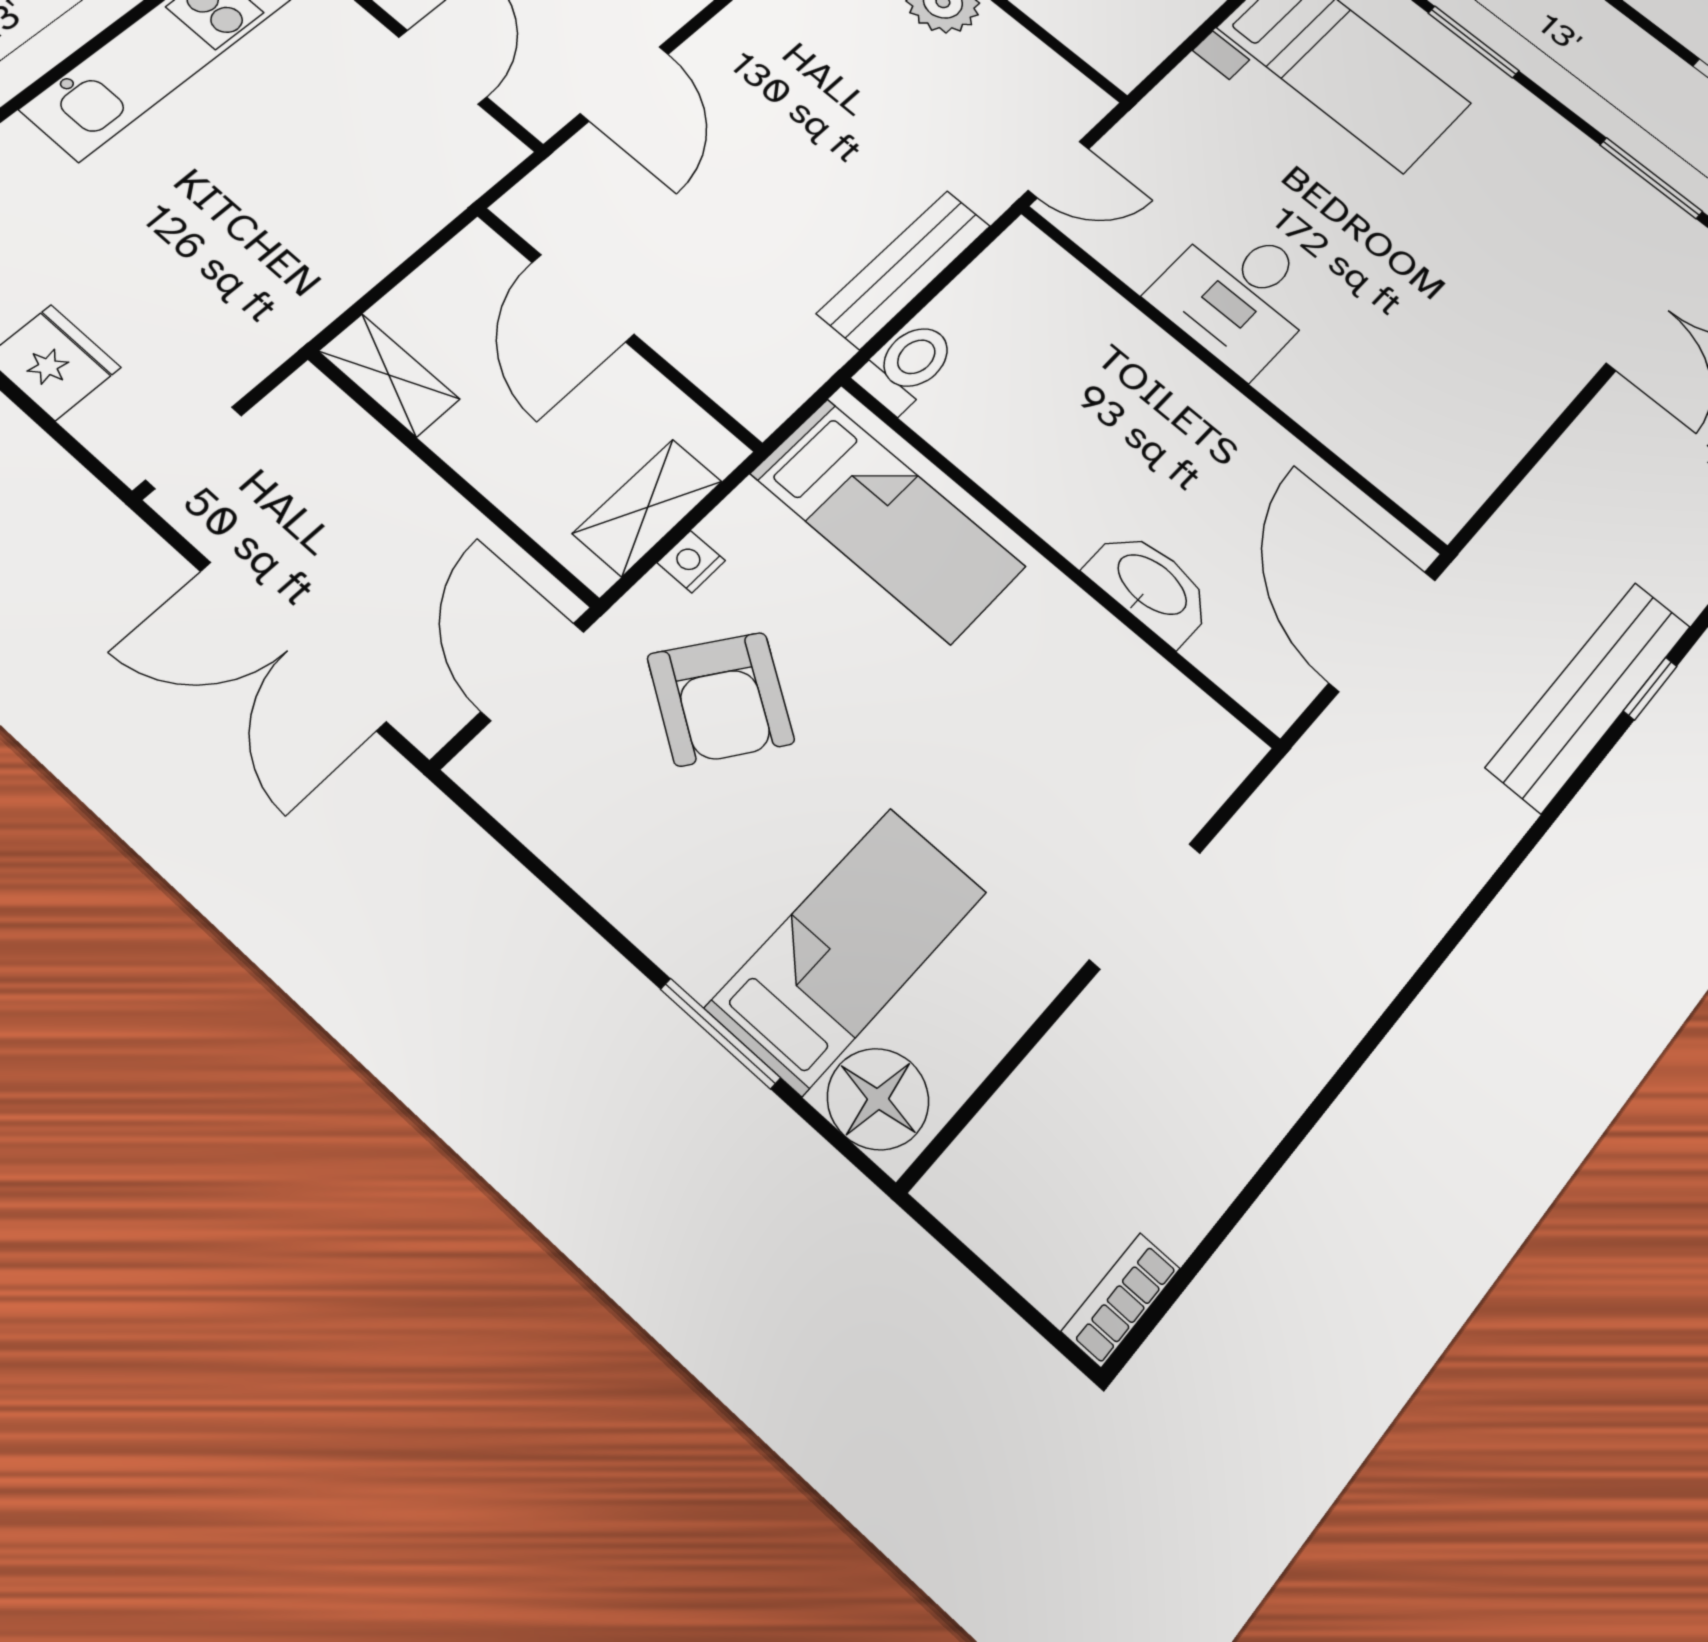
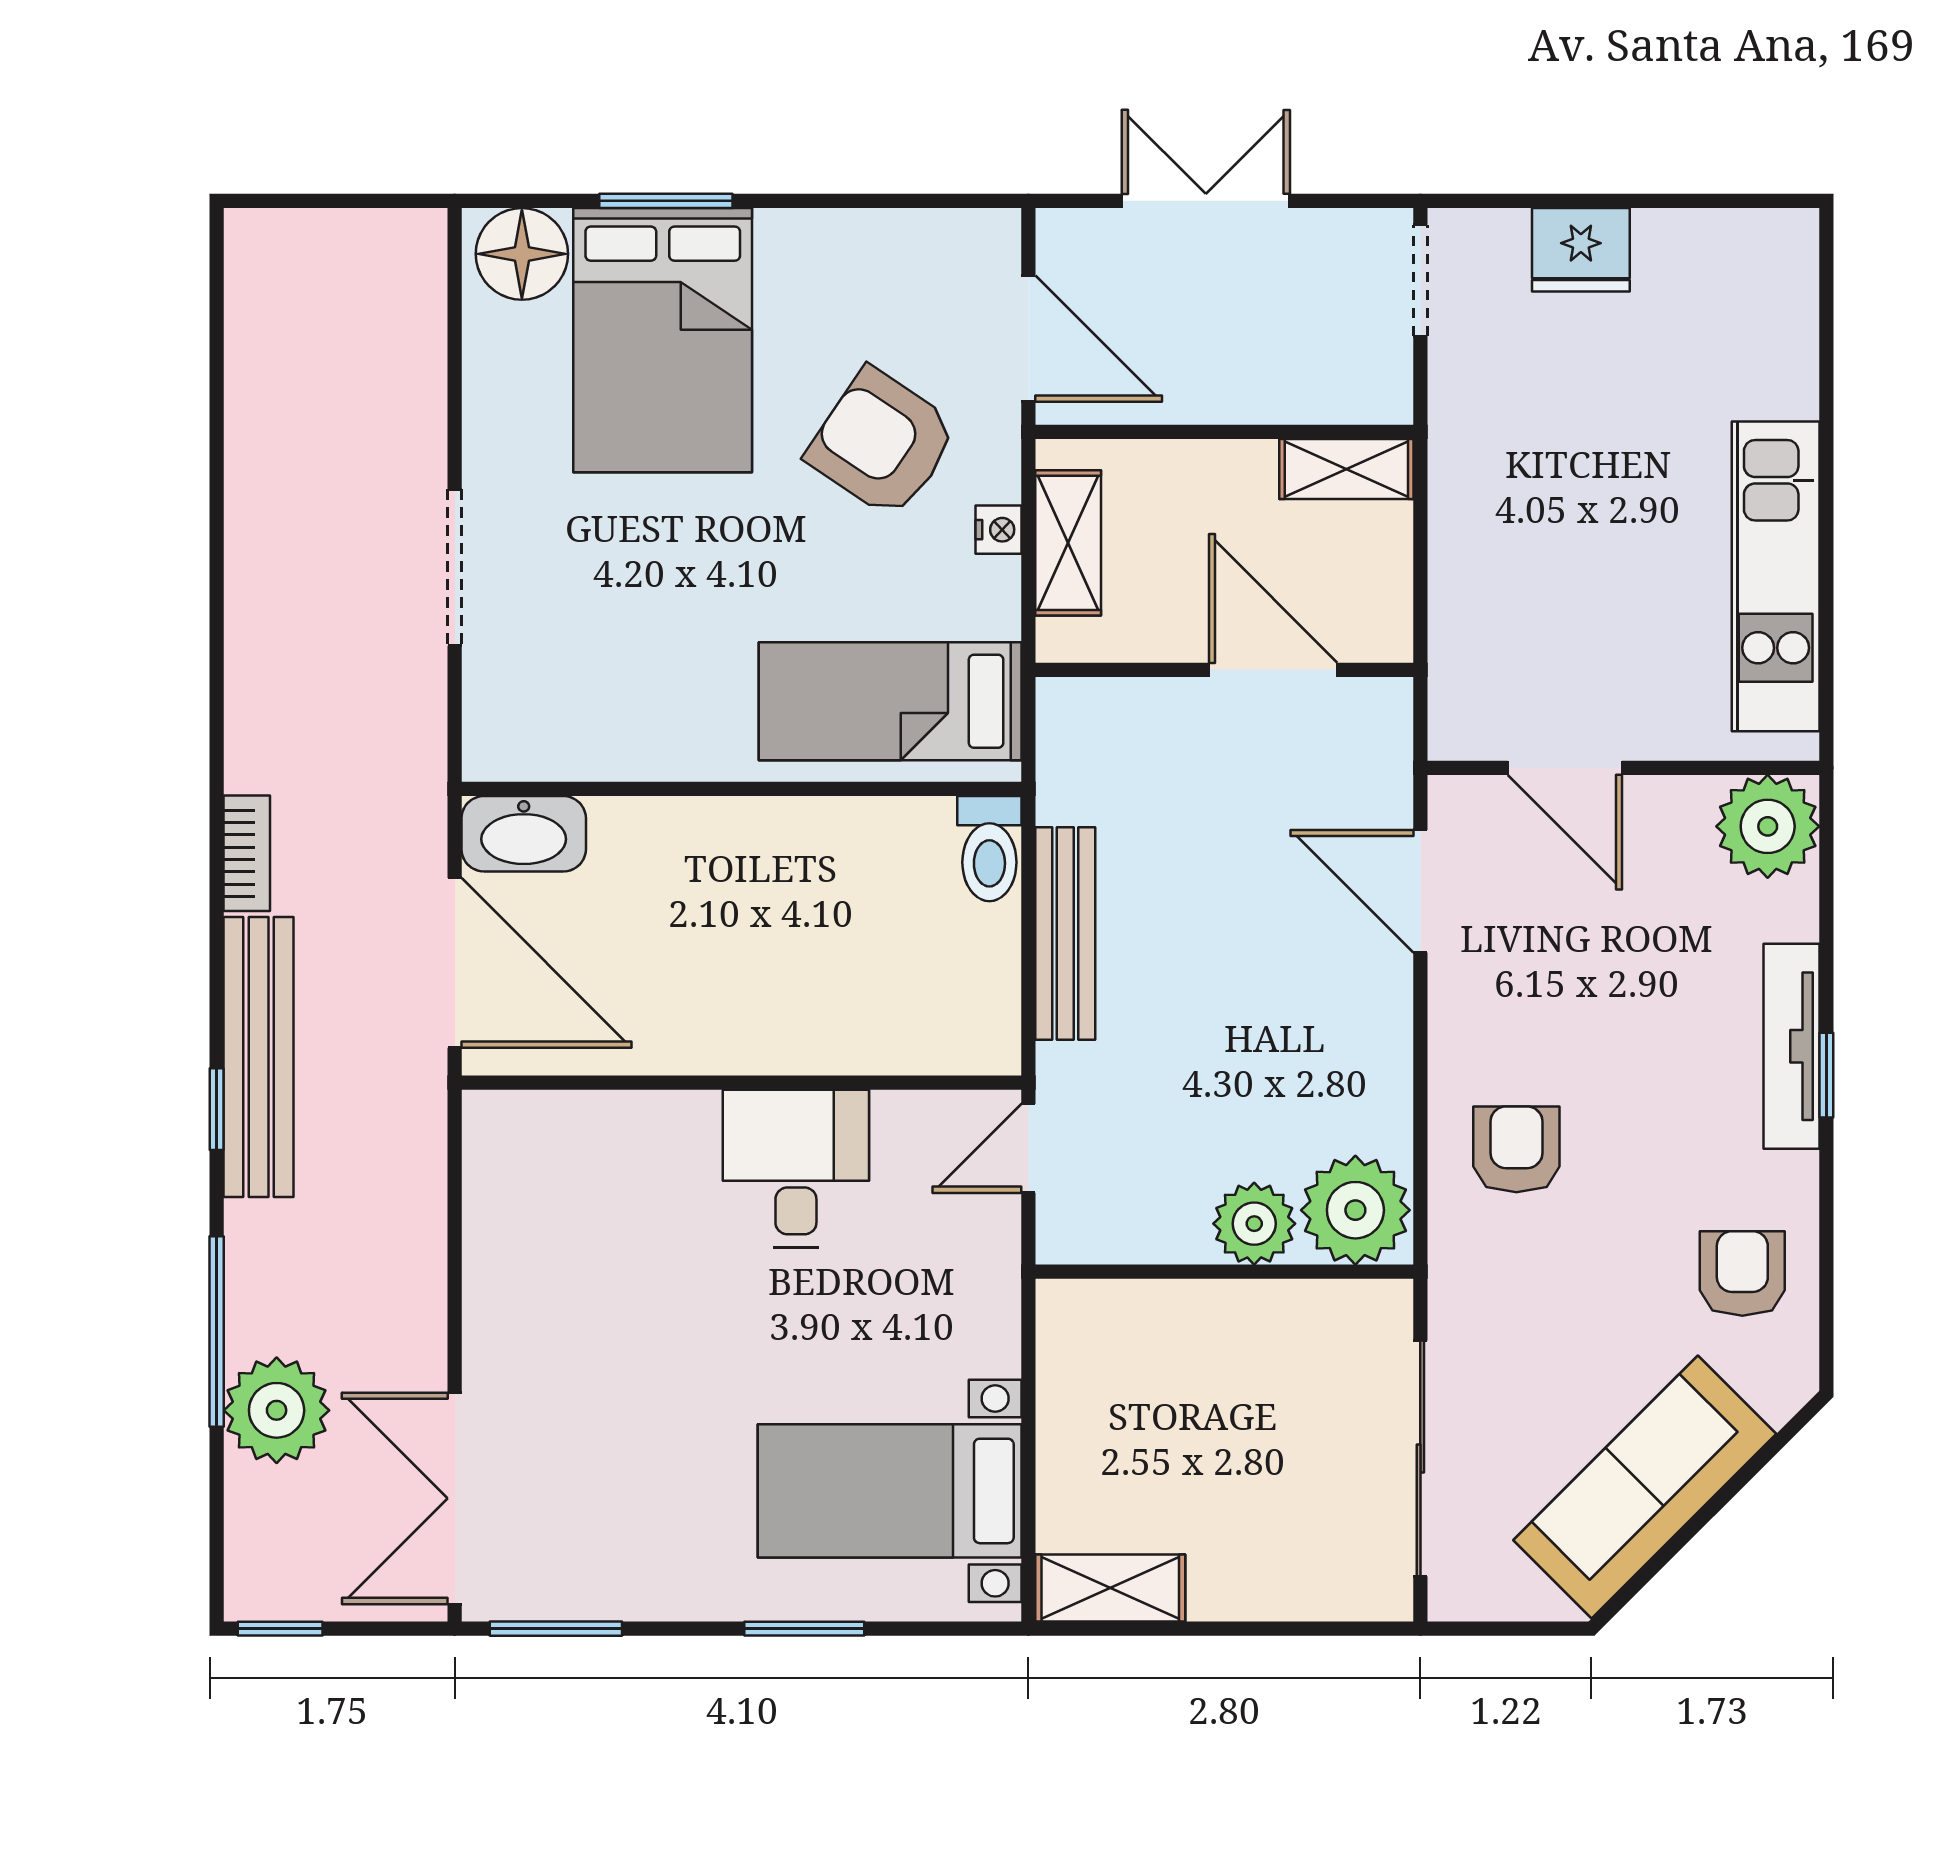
washbasin: (1151, 586) -> (524, 834), moved
double door: (293, 646) -> (1206, 201), width x0.73
bed: (847, 949) -> (663, 340), width x1.50
bookcase: (1121, 1300) -> (247, 853), moved

